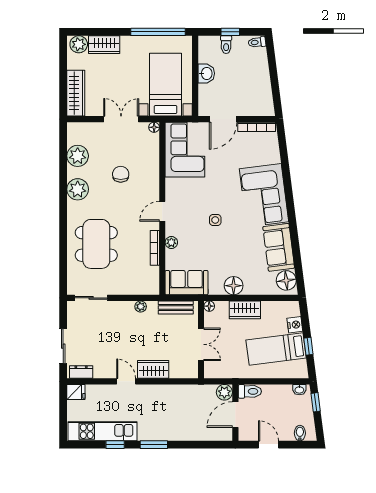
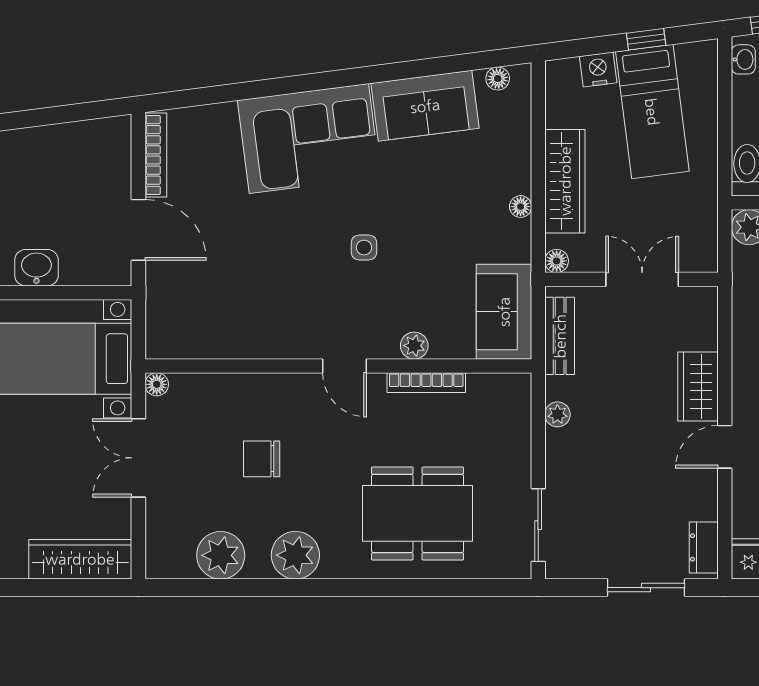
corner sofa: (185, 150) -> (207, 315), removed
floor lamp: (286, 280) -> (498, 79), width x0.53, depth x0.53
floor lamp: (234, 286) -> (521, 207), width x0.53, depth x0.53
wardrobe: (245, 310) -> (565, 181), width x1.50

